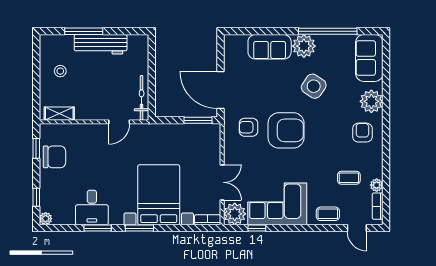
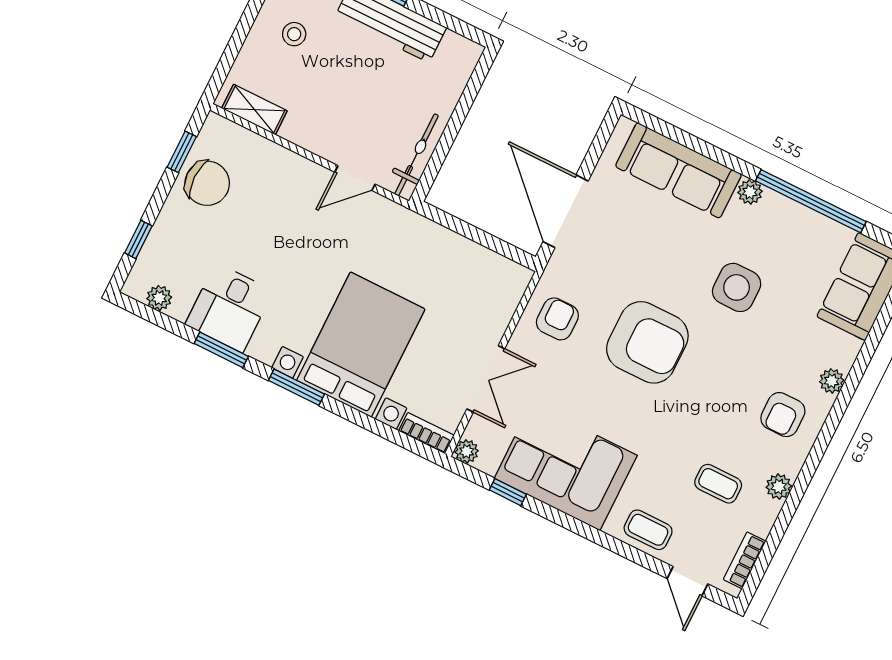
plant: (304, 46) -> (750, 192), width x0.53, depth x0.53
sofa: (270, 47) -> (678, 170), width x1.36
side table: (314, 86) -> (737, 287), turned -34
plant: (371, 101) -> (832, 381), width x0.53, depth x0.53
window: (198, 120) -> (498, 246), removed
armchair: (248, 127) -> (557, 319), moved, turned 90
armchair: (362, 133) -> (783, 415), turned 180
plant: (377, 185) -> (779, 487), moved
plant: (235, 214) -> (467, 451), width x0.53, depth x0.53
plant: (46, 219) -> (159, 298), moved

